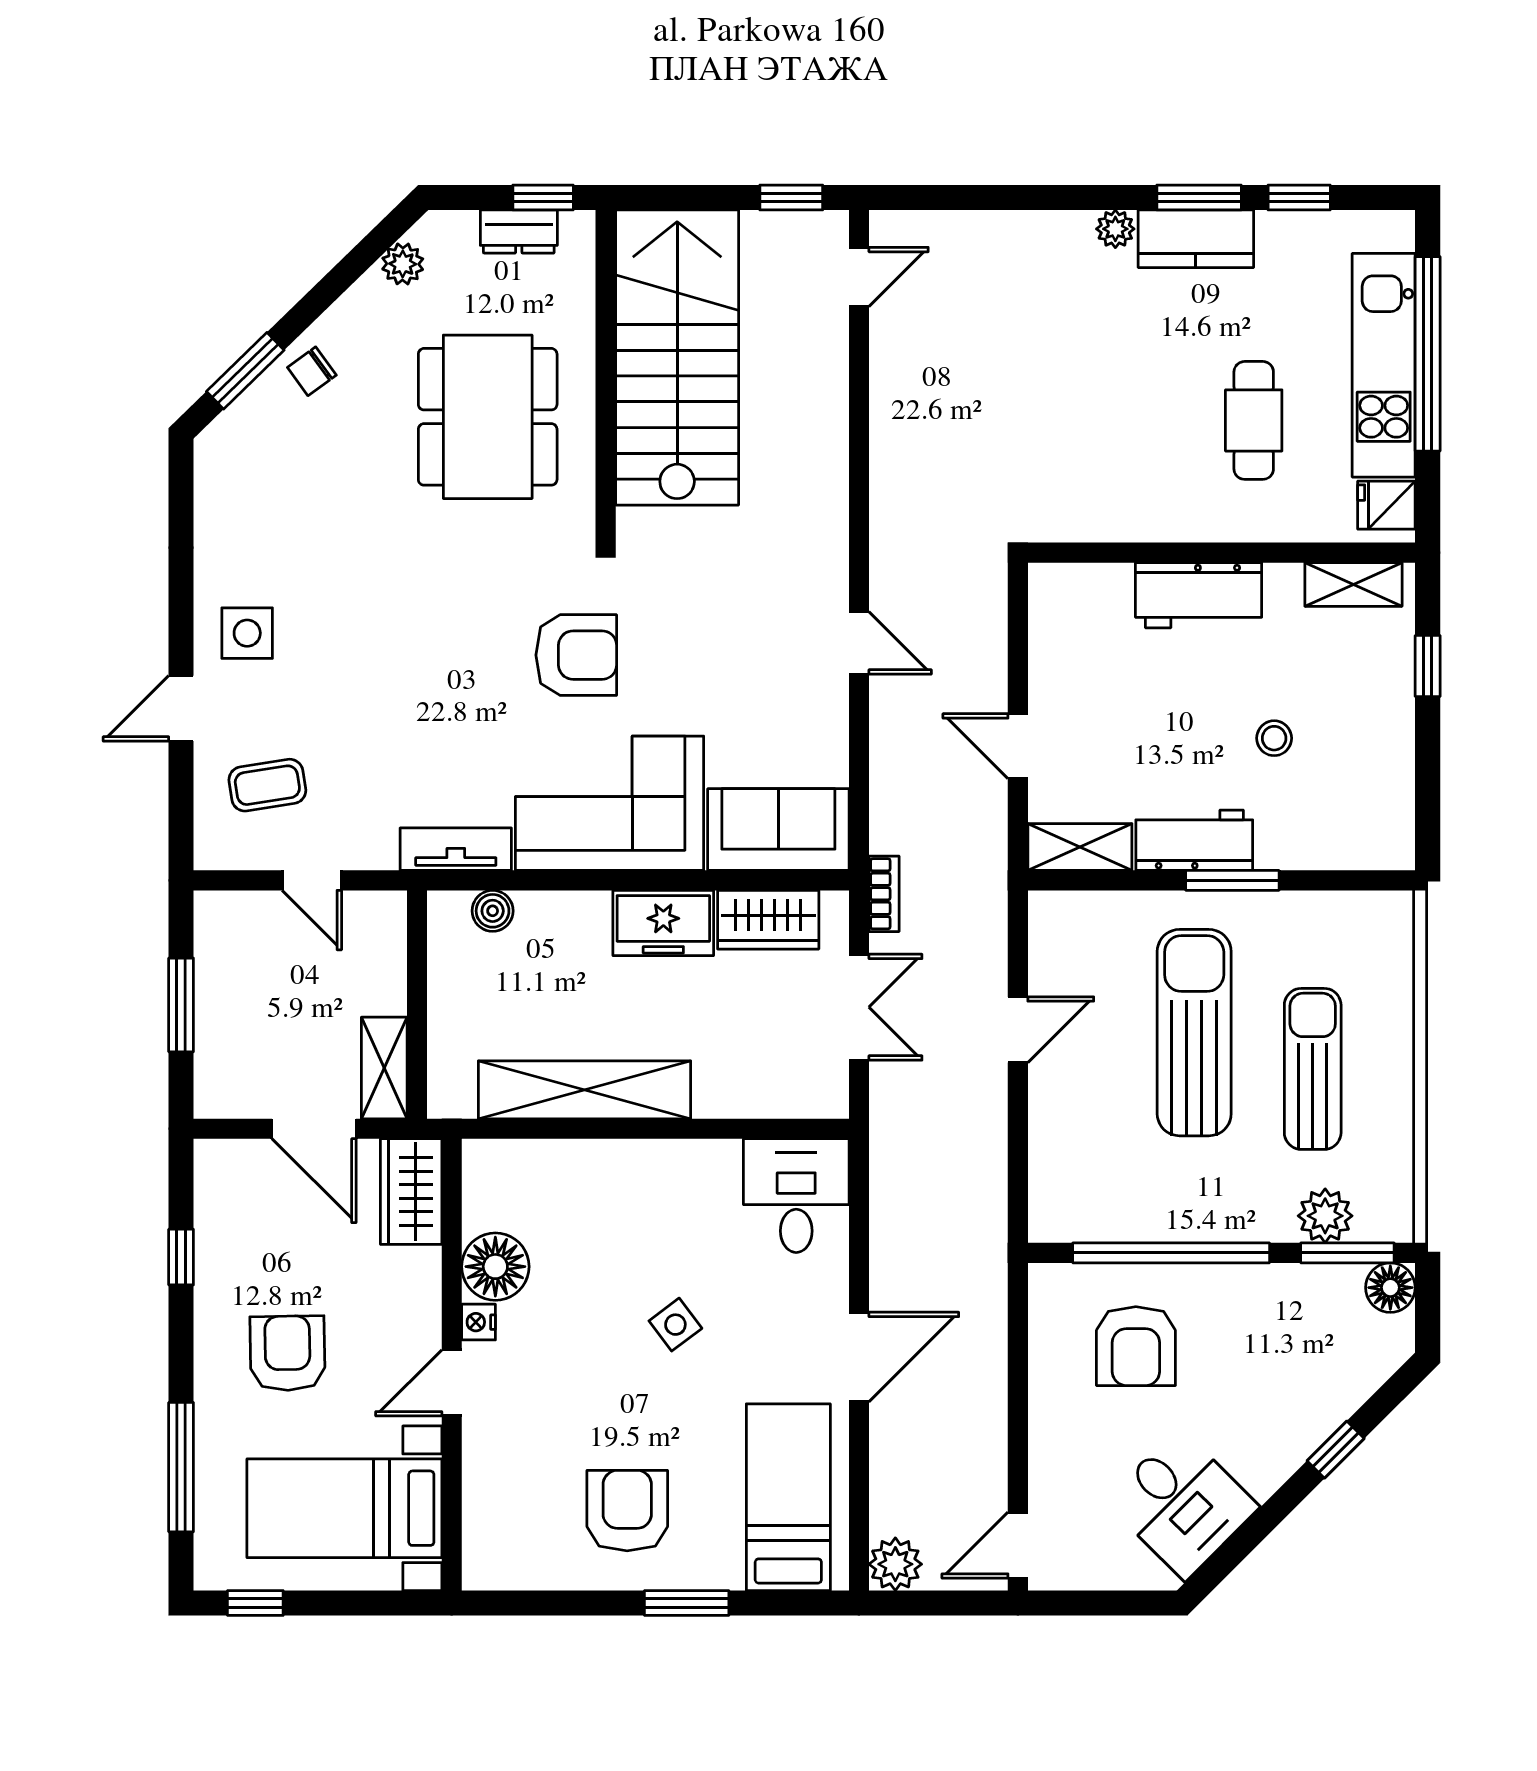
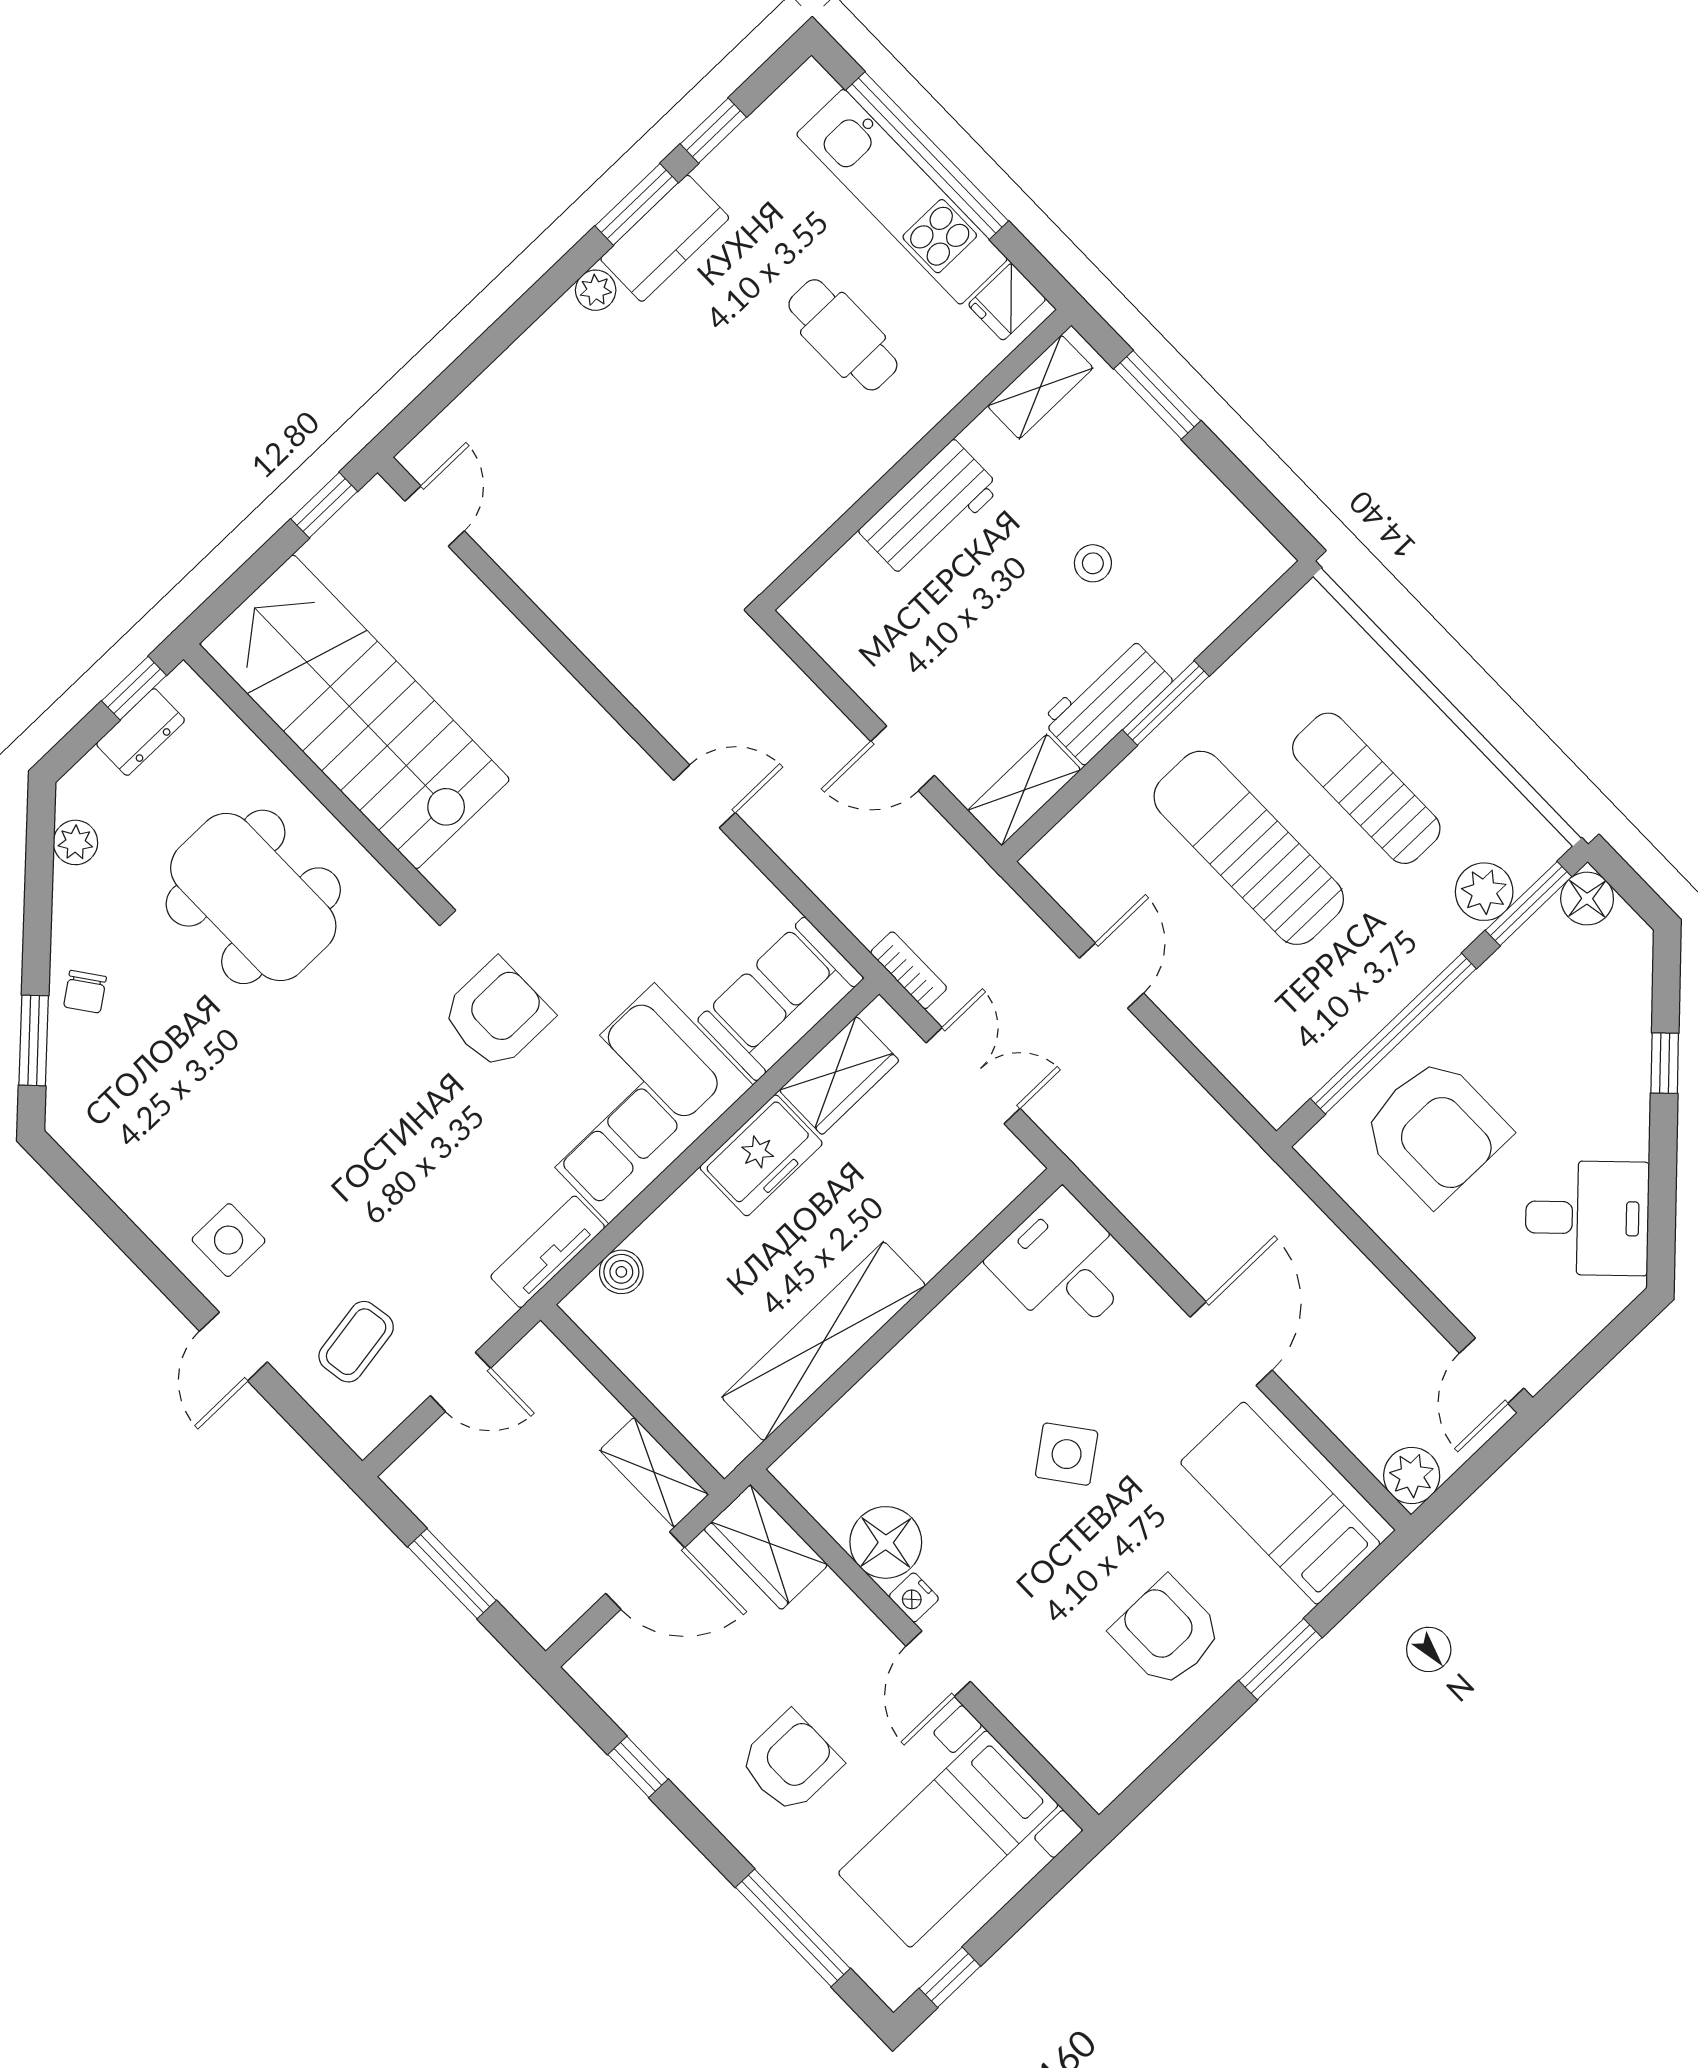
window: (1428, 666) -> (1157, 395), width x1.50
side table: (675, 1325) -> (1067, 1454), width x1.37, depth x1.37
armchair: (1136, 1346) -> (1435, 1131), width x1.36, depth x1.36
armchair: (287, 1353) -> (790, 1762), turned 91

